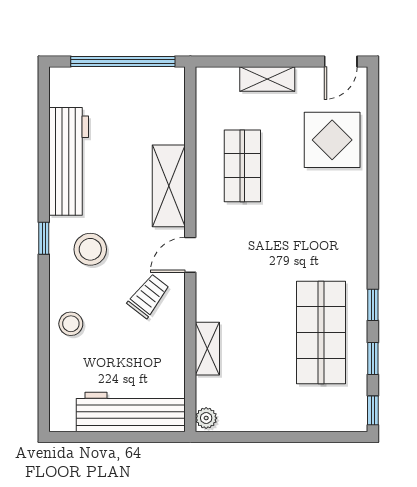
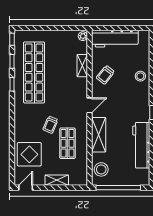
trolley: (282, 210) -> (50, 125), added
stool: (90, 249) -> (101, 169), moved
trolley: (148, 296) -> (105, 75), moved
shop shelf: (321, 333) -> (34, 72), width x1.40

